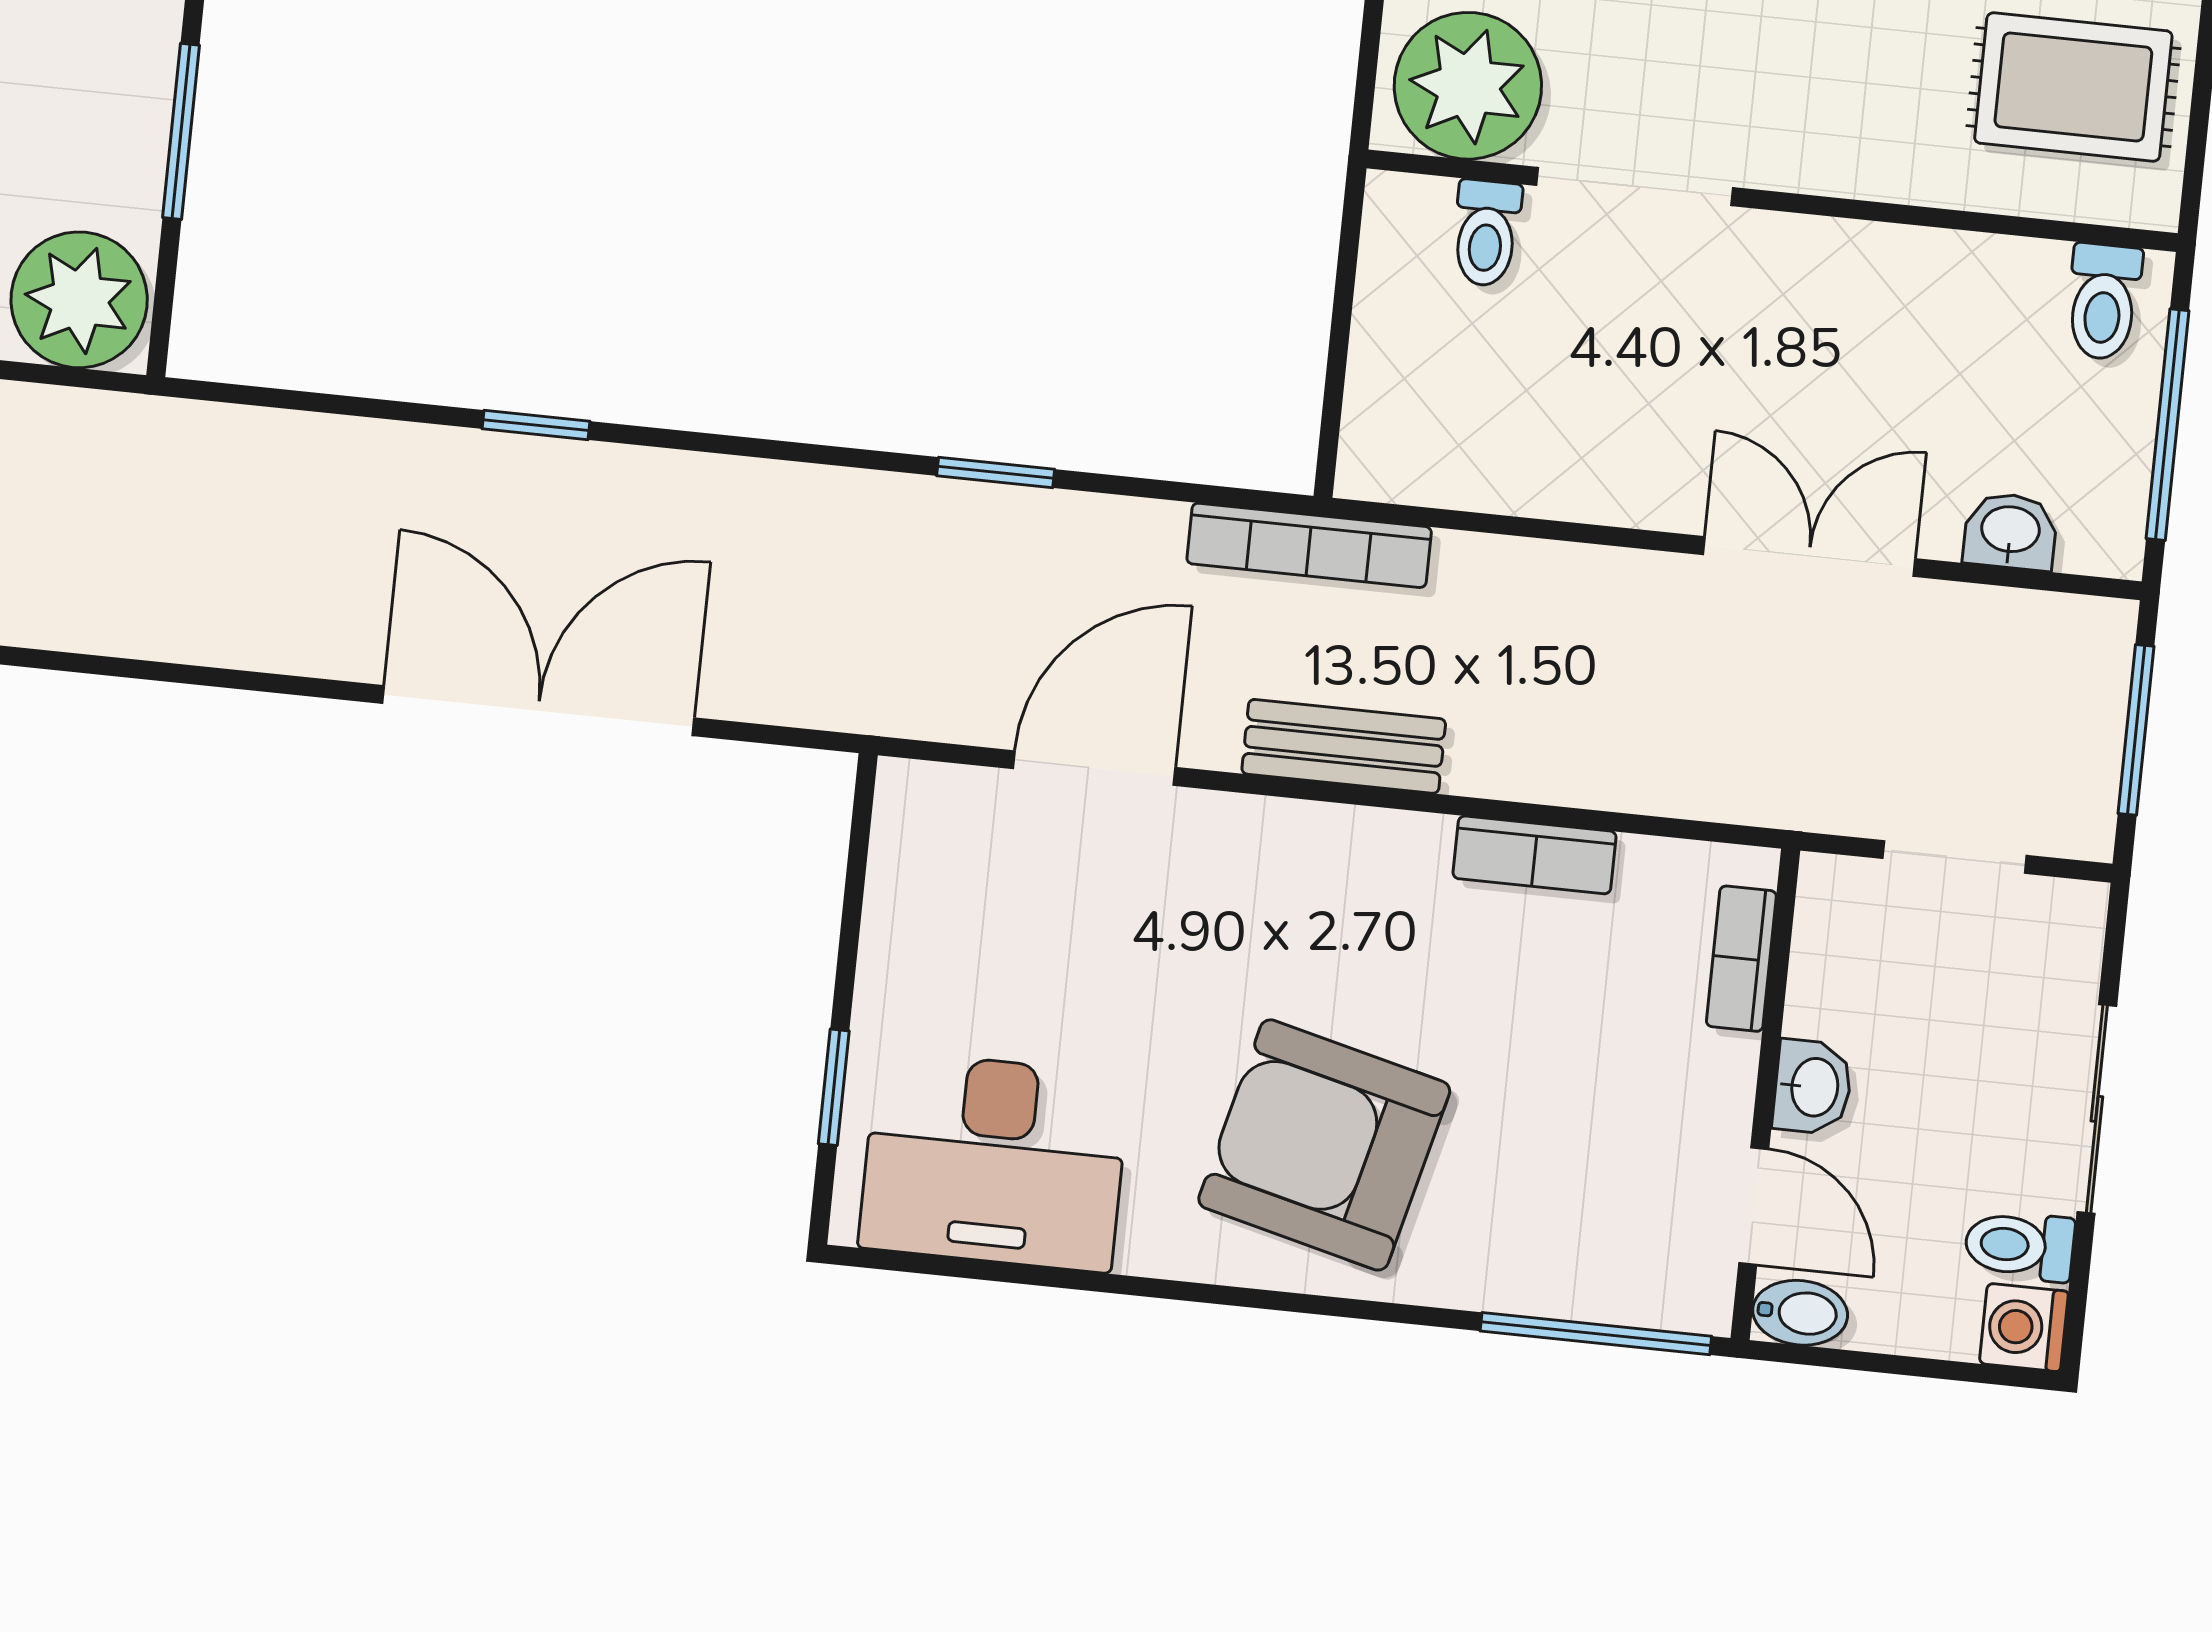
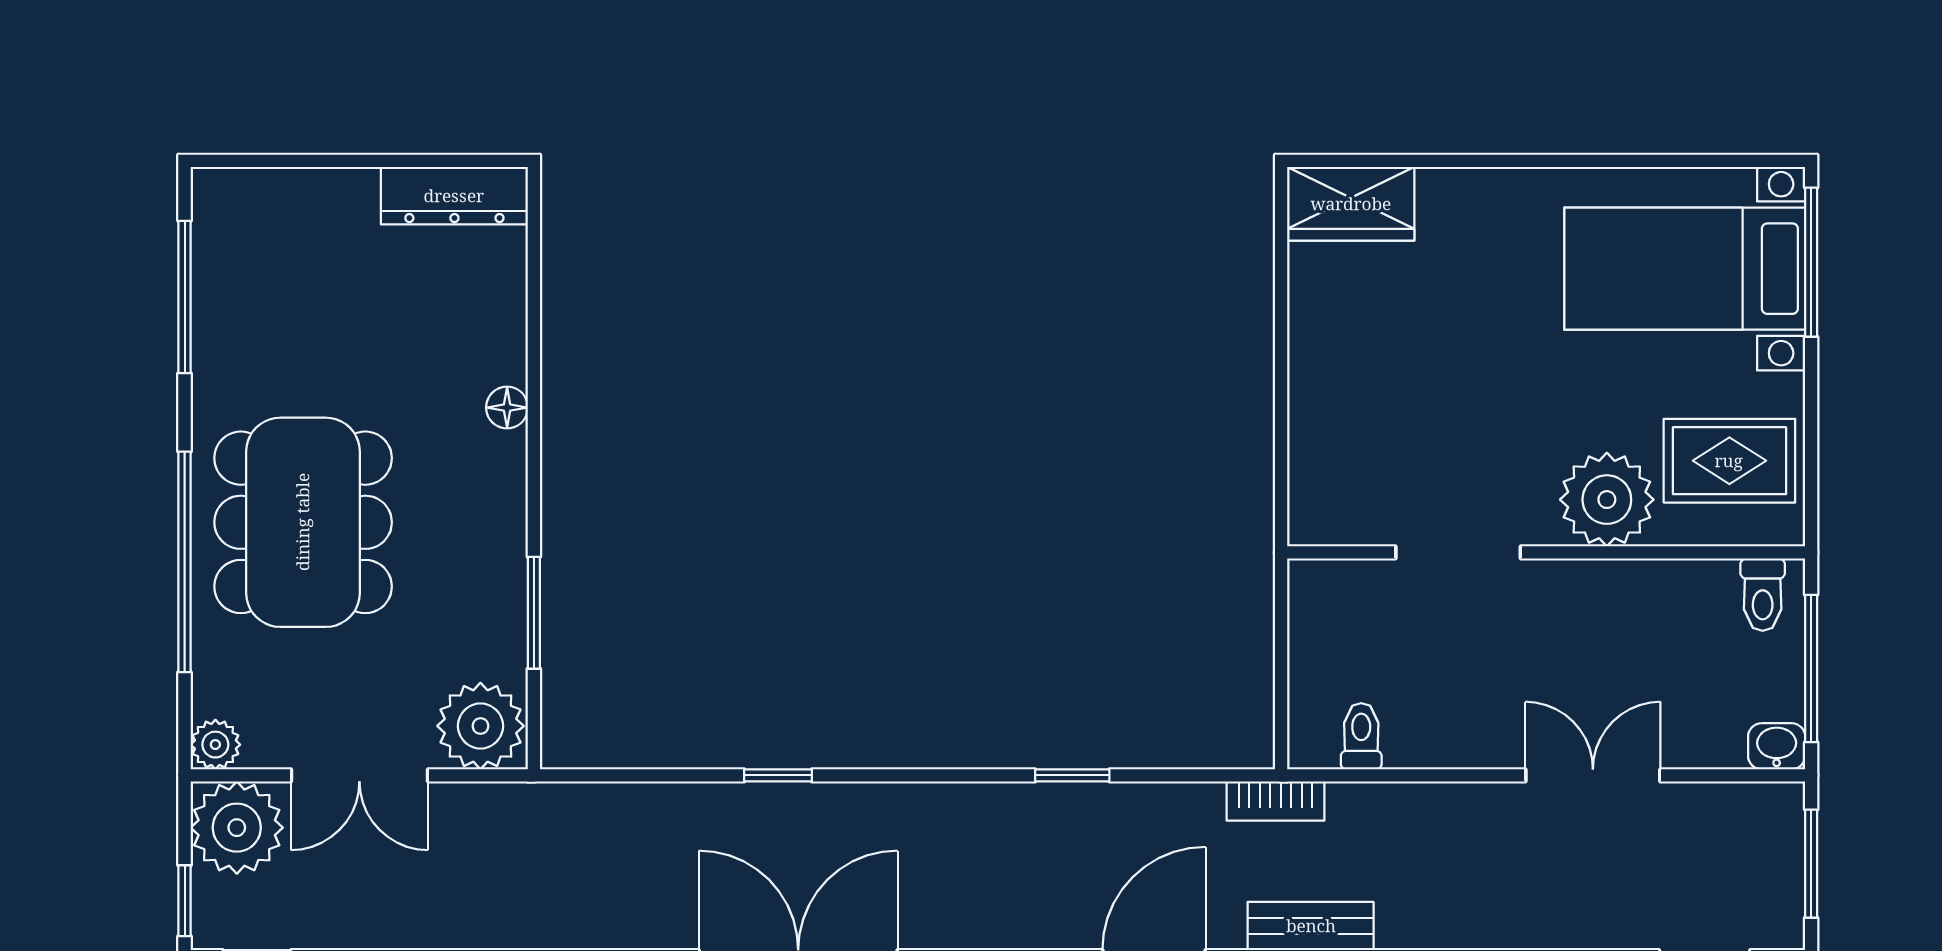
plant: (1468, 86) -> (1607, 500), moved
toilet: (1486, 233) -> (1361, 736), moved, turned 180
washbasin: (2010, 531) -> (1777, 746), moved
bookcase: (1309, 545) -> (1275, 801), width x0.64

